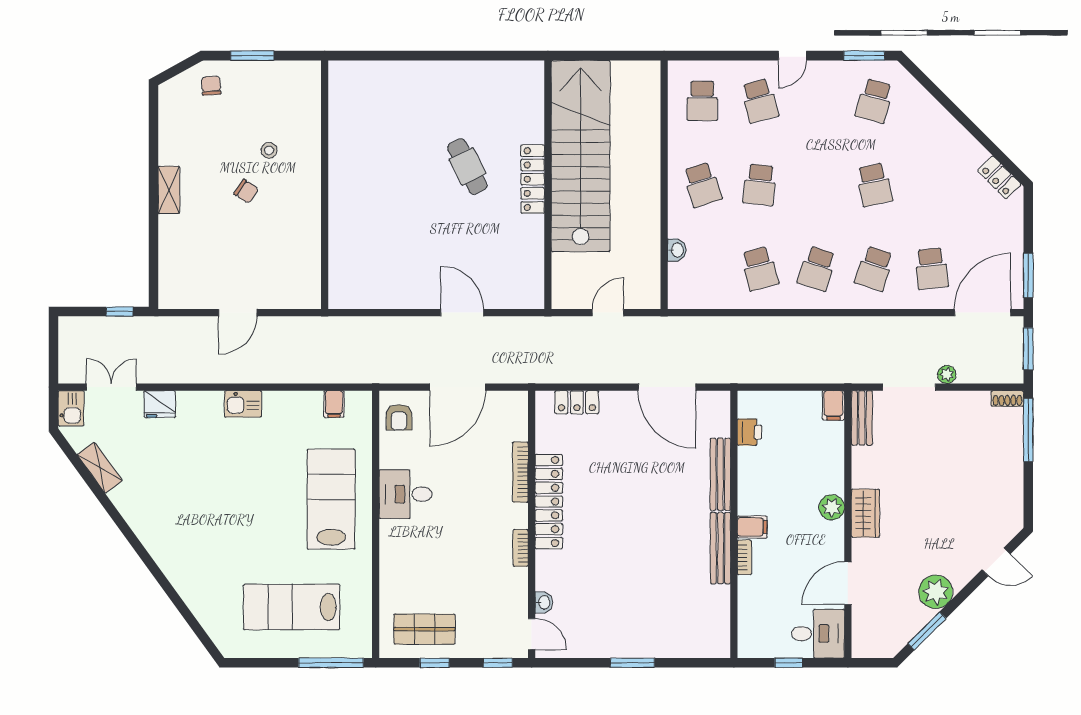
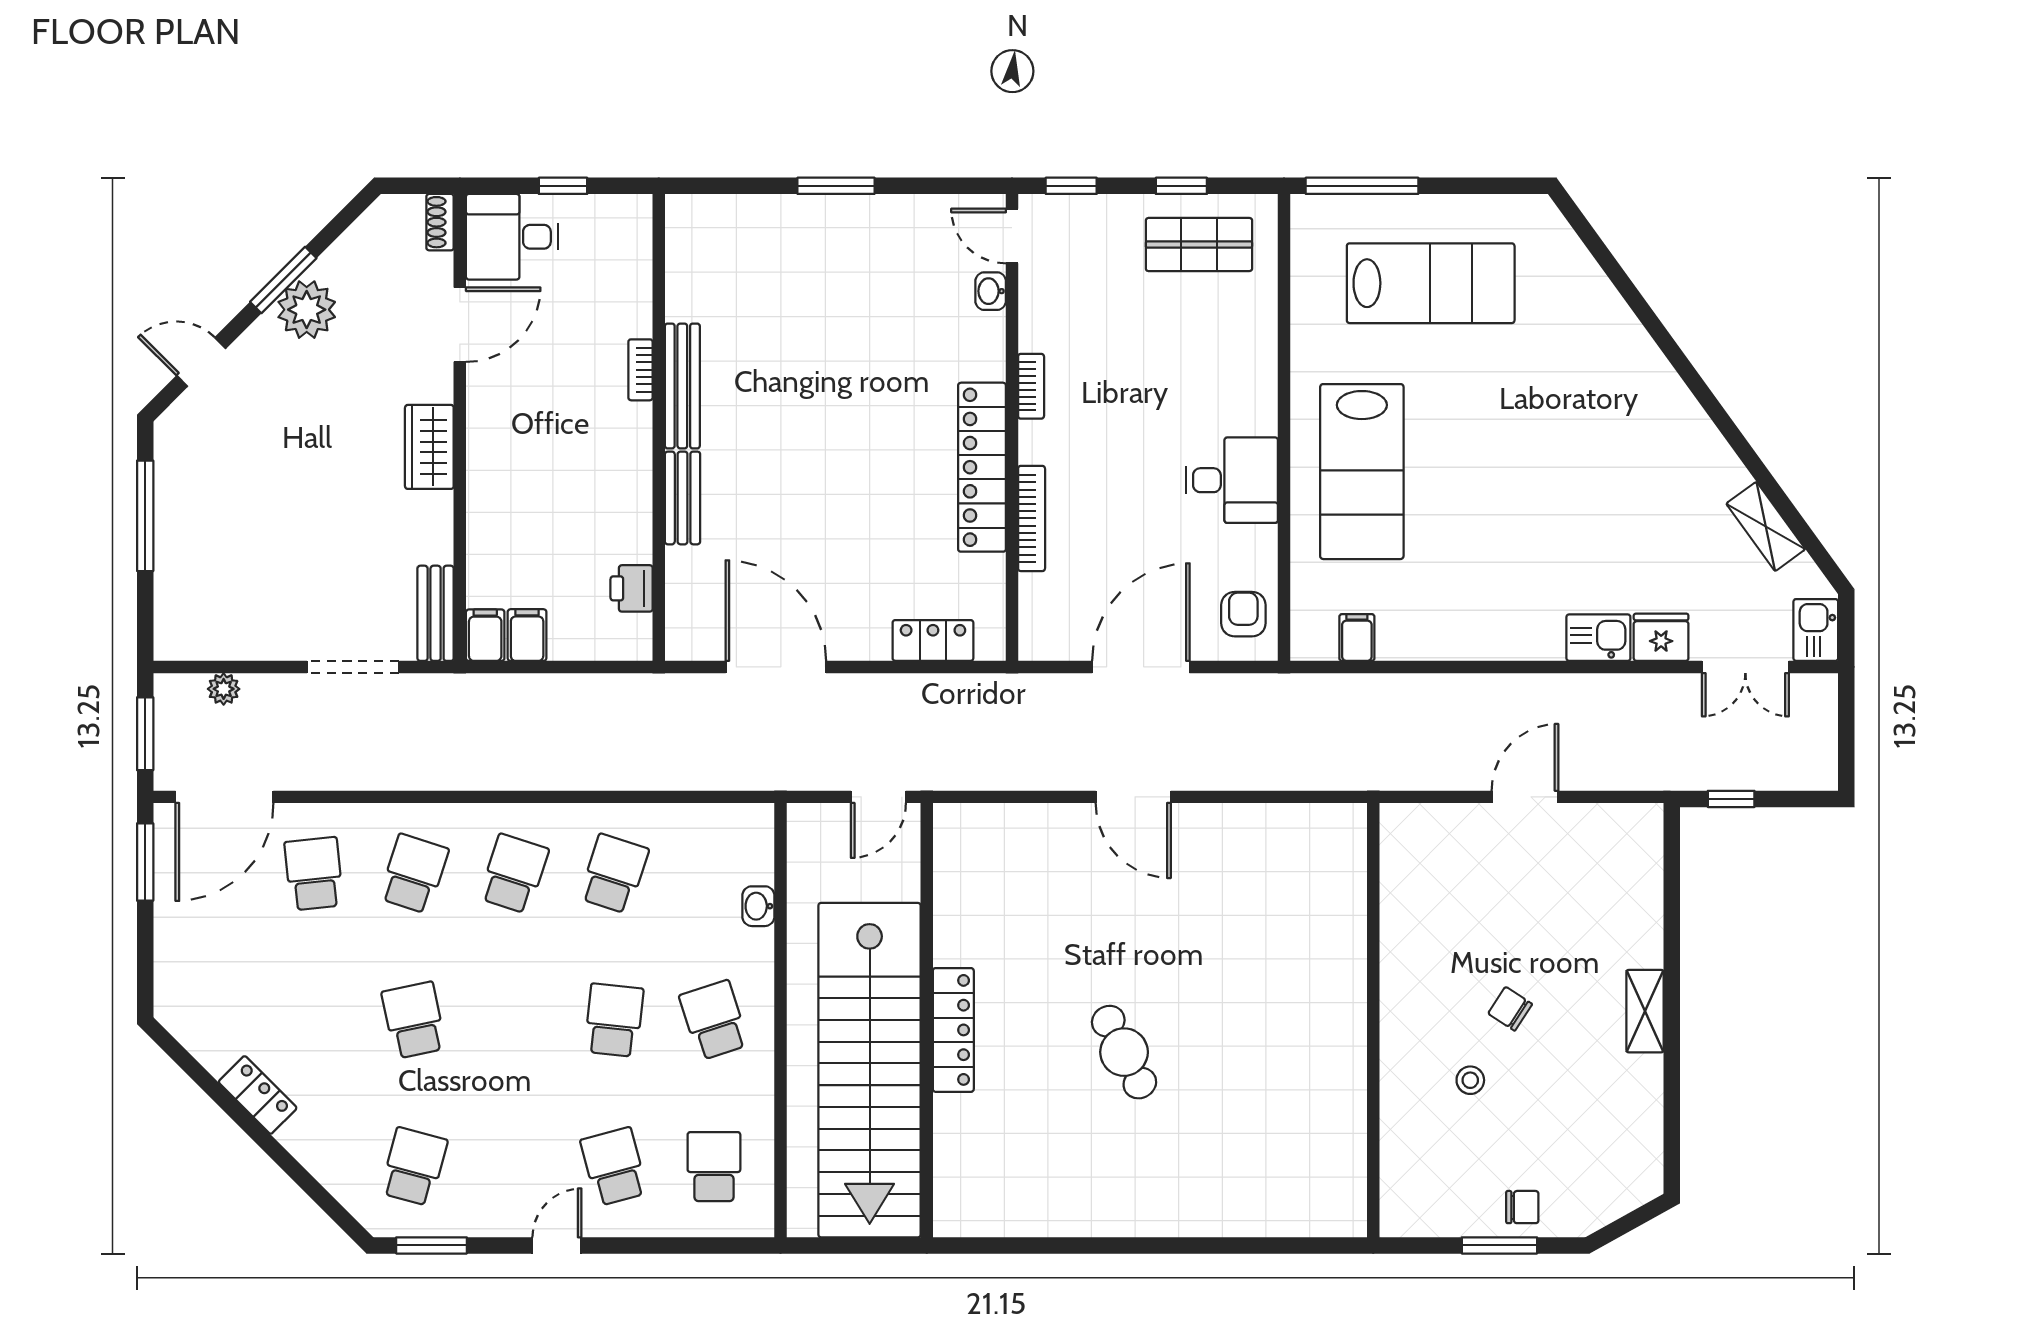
chair: (211, 86) -> (1522, 1207), moved, turned -86
stairs: (581, 156) -> (870, 1070), moved
locker: (999, 177) -> (258, 1095), moved
locker: (533, 179) -> (953, 1030), moved
wall: (548, 185) -> (927, 1020), moved
school desk: (760, 269) -> (614, 874), turned 33
plant: (947, 375) -> (224, 689), moved
shoe rack: (1007, 398) -> (440, 222), moved, turned -90
kitchen sink: (243, 404) -> (1598, 638), moved
window: (1028, 430) -> (145, 516), moved
bench: (720, 474) -> (683, 498), width x0.73
plant: (832, 507) -> (488, 457), removed
filing cabinet: (752, 527) -> (527, 635), moved, turned 90
window: (927, 631) -> (283, 280), moved

